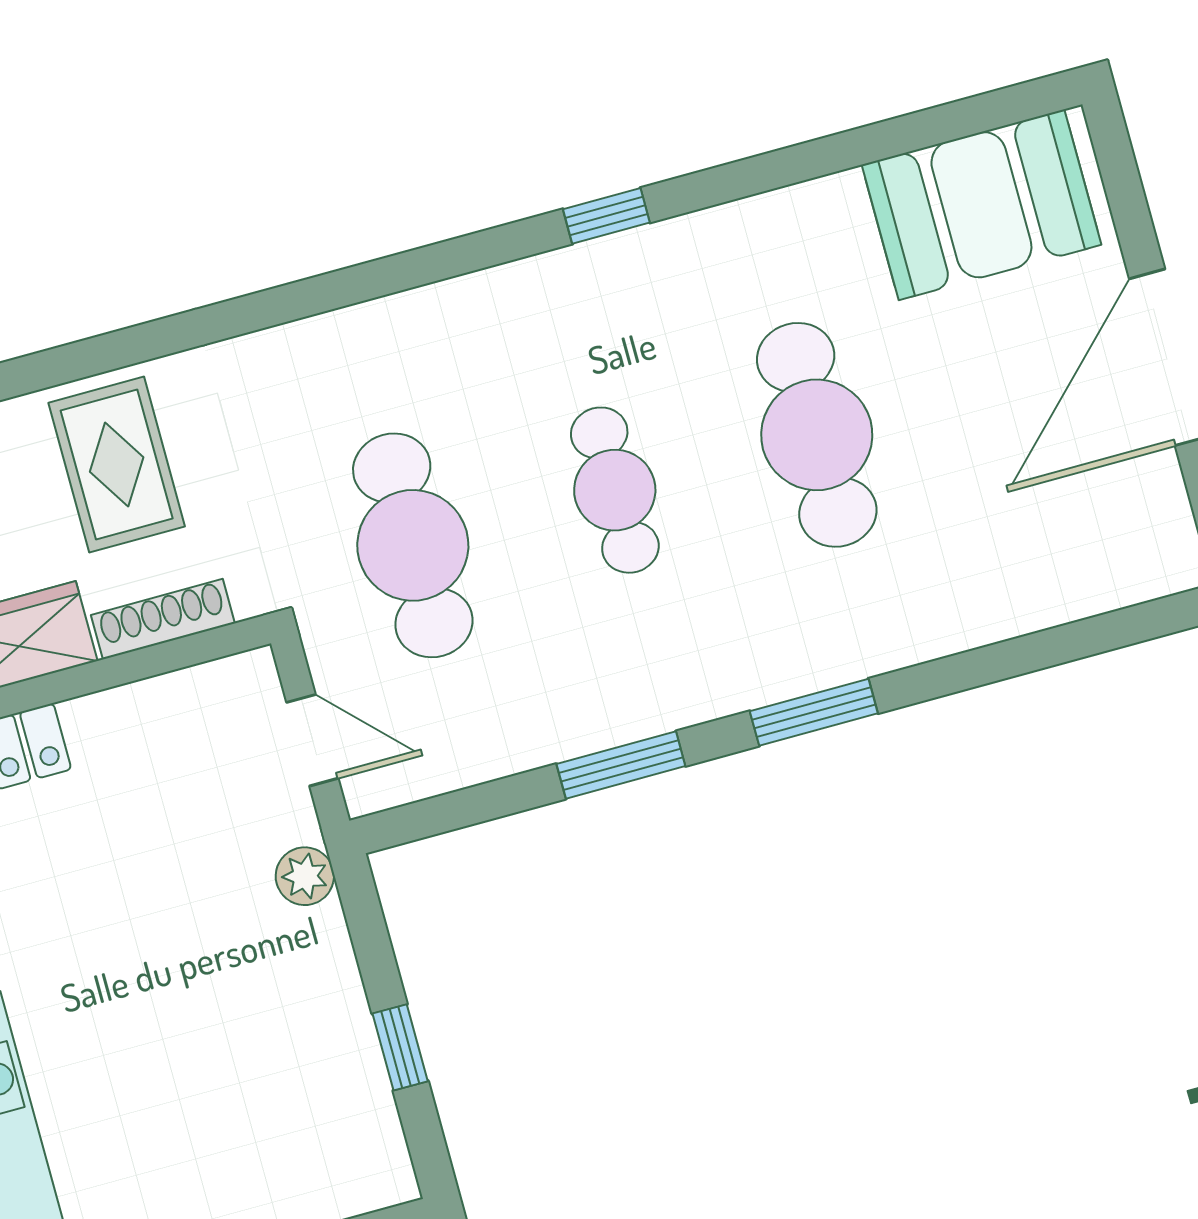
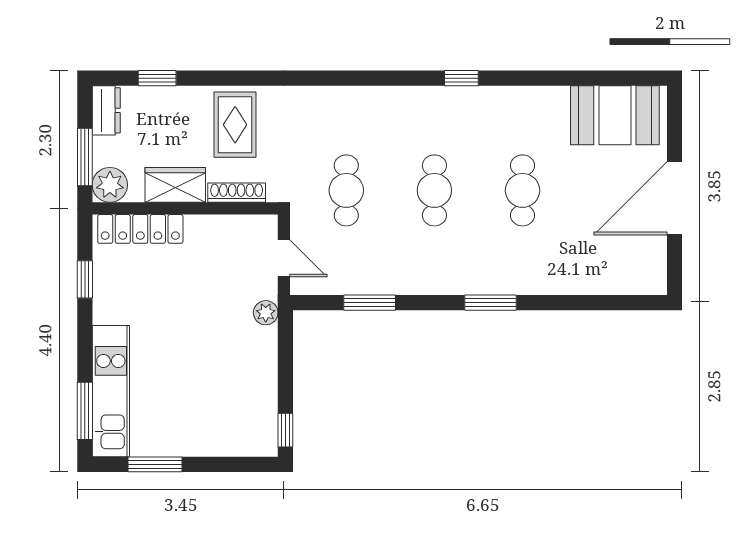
cafe table: (817, 435) -> (522, 190), width x0.73, depth x0.74
cafe table: (413, 545) -> (346, 190), width x0.73, depth x0.74
window: (621, 765) -> (370, 303), moved
window: (400, 1047) -> (285, 430), moved

